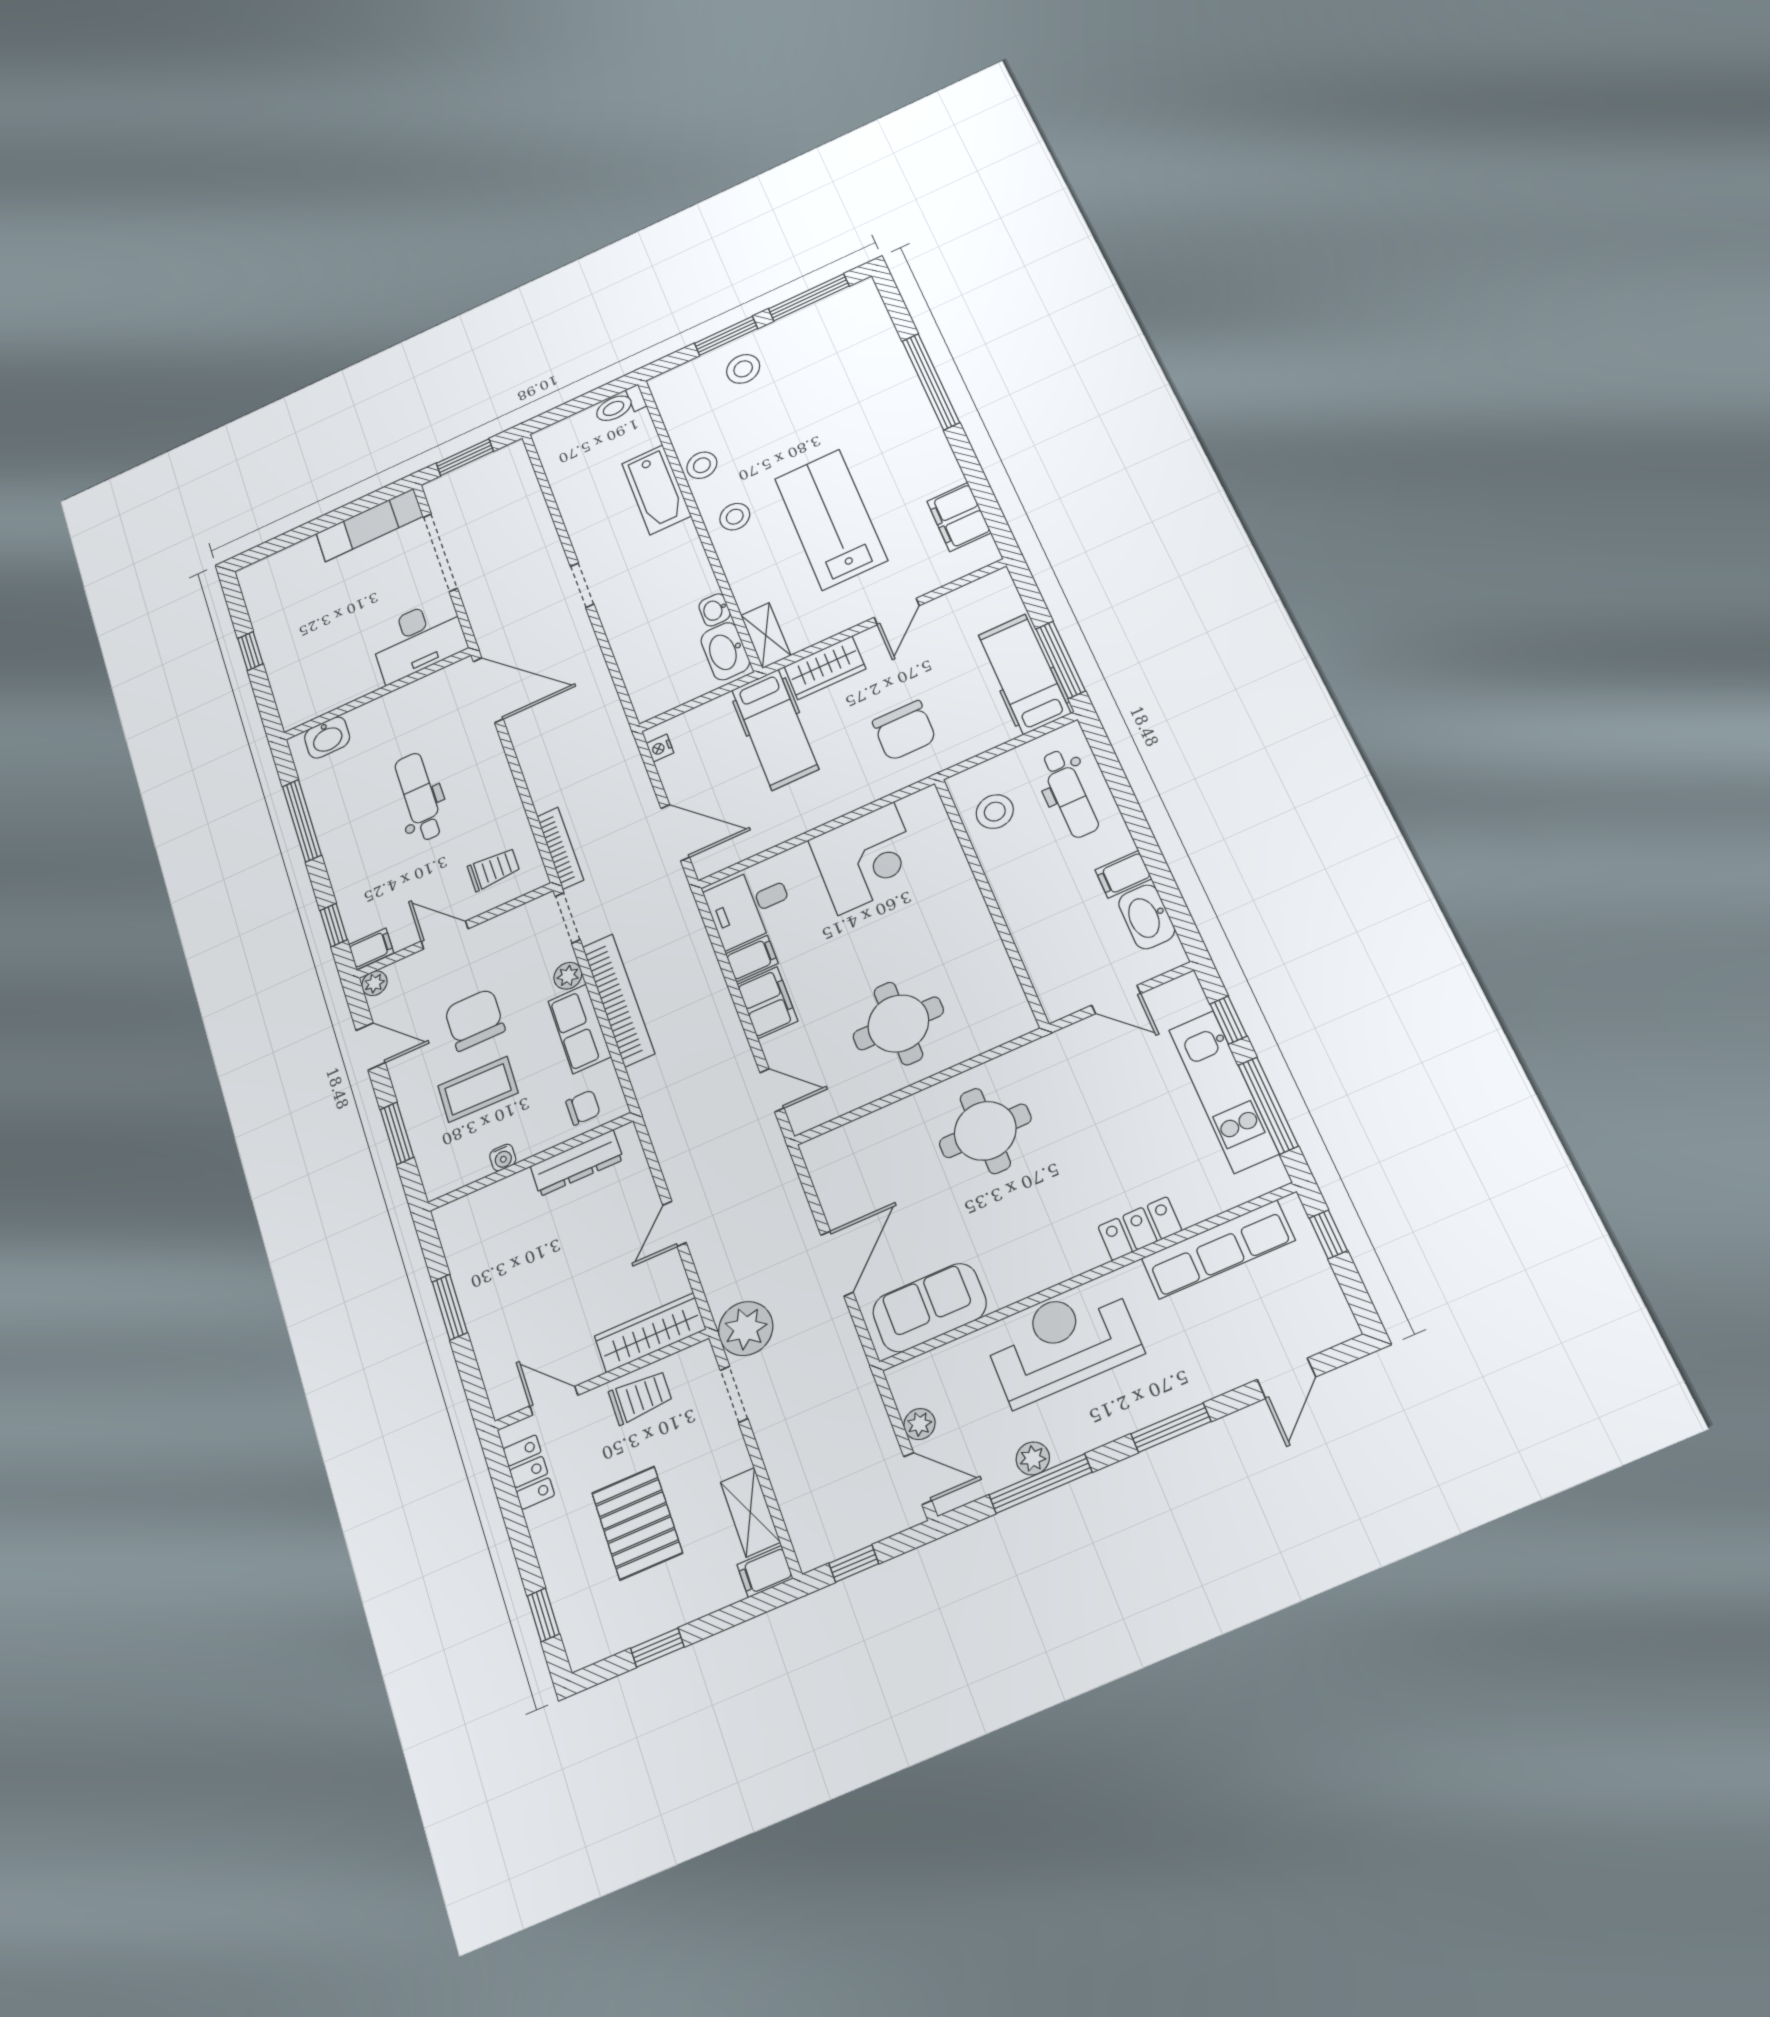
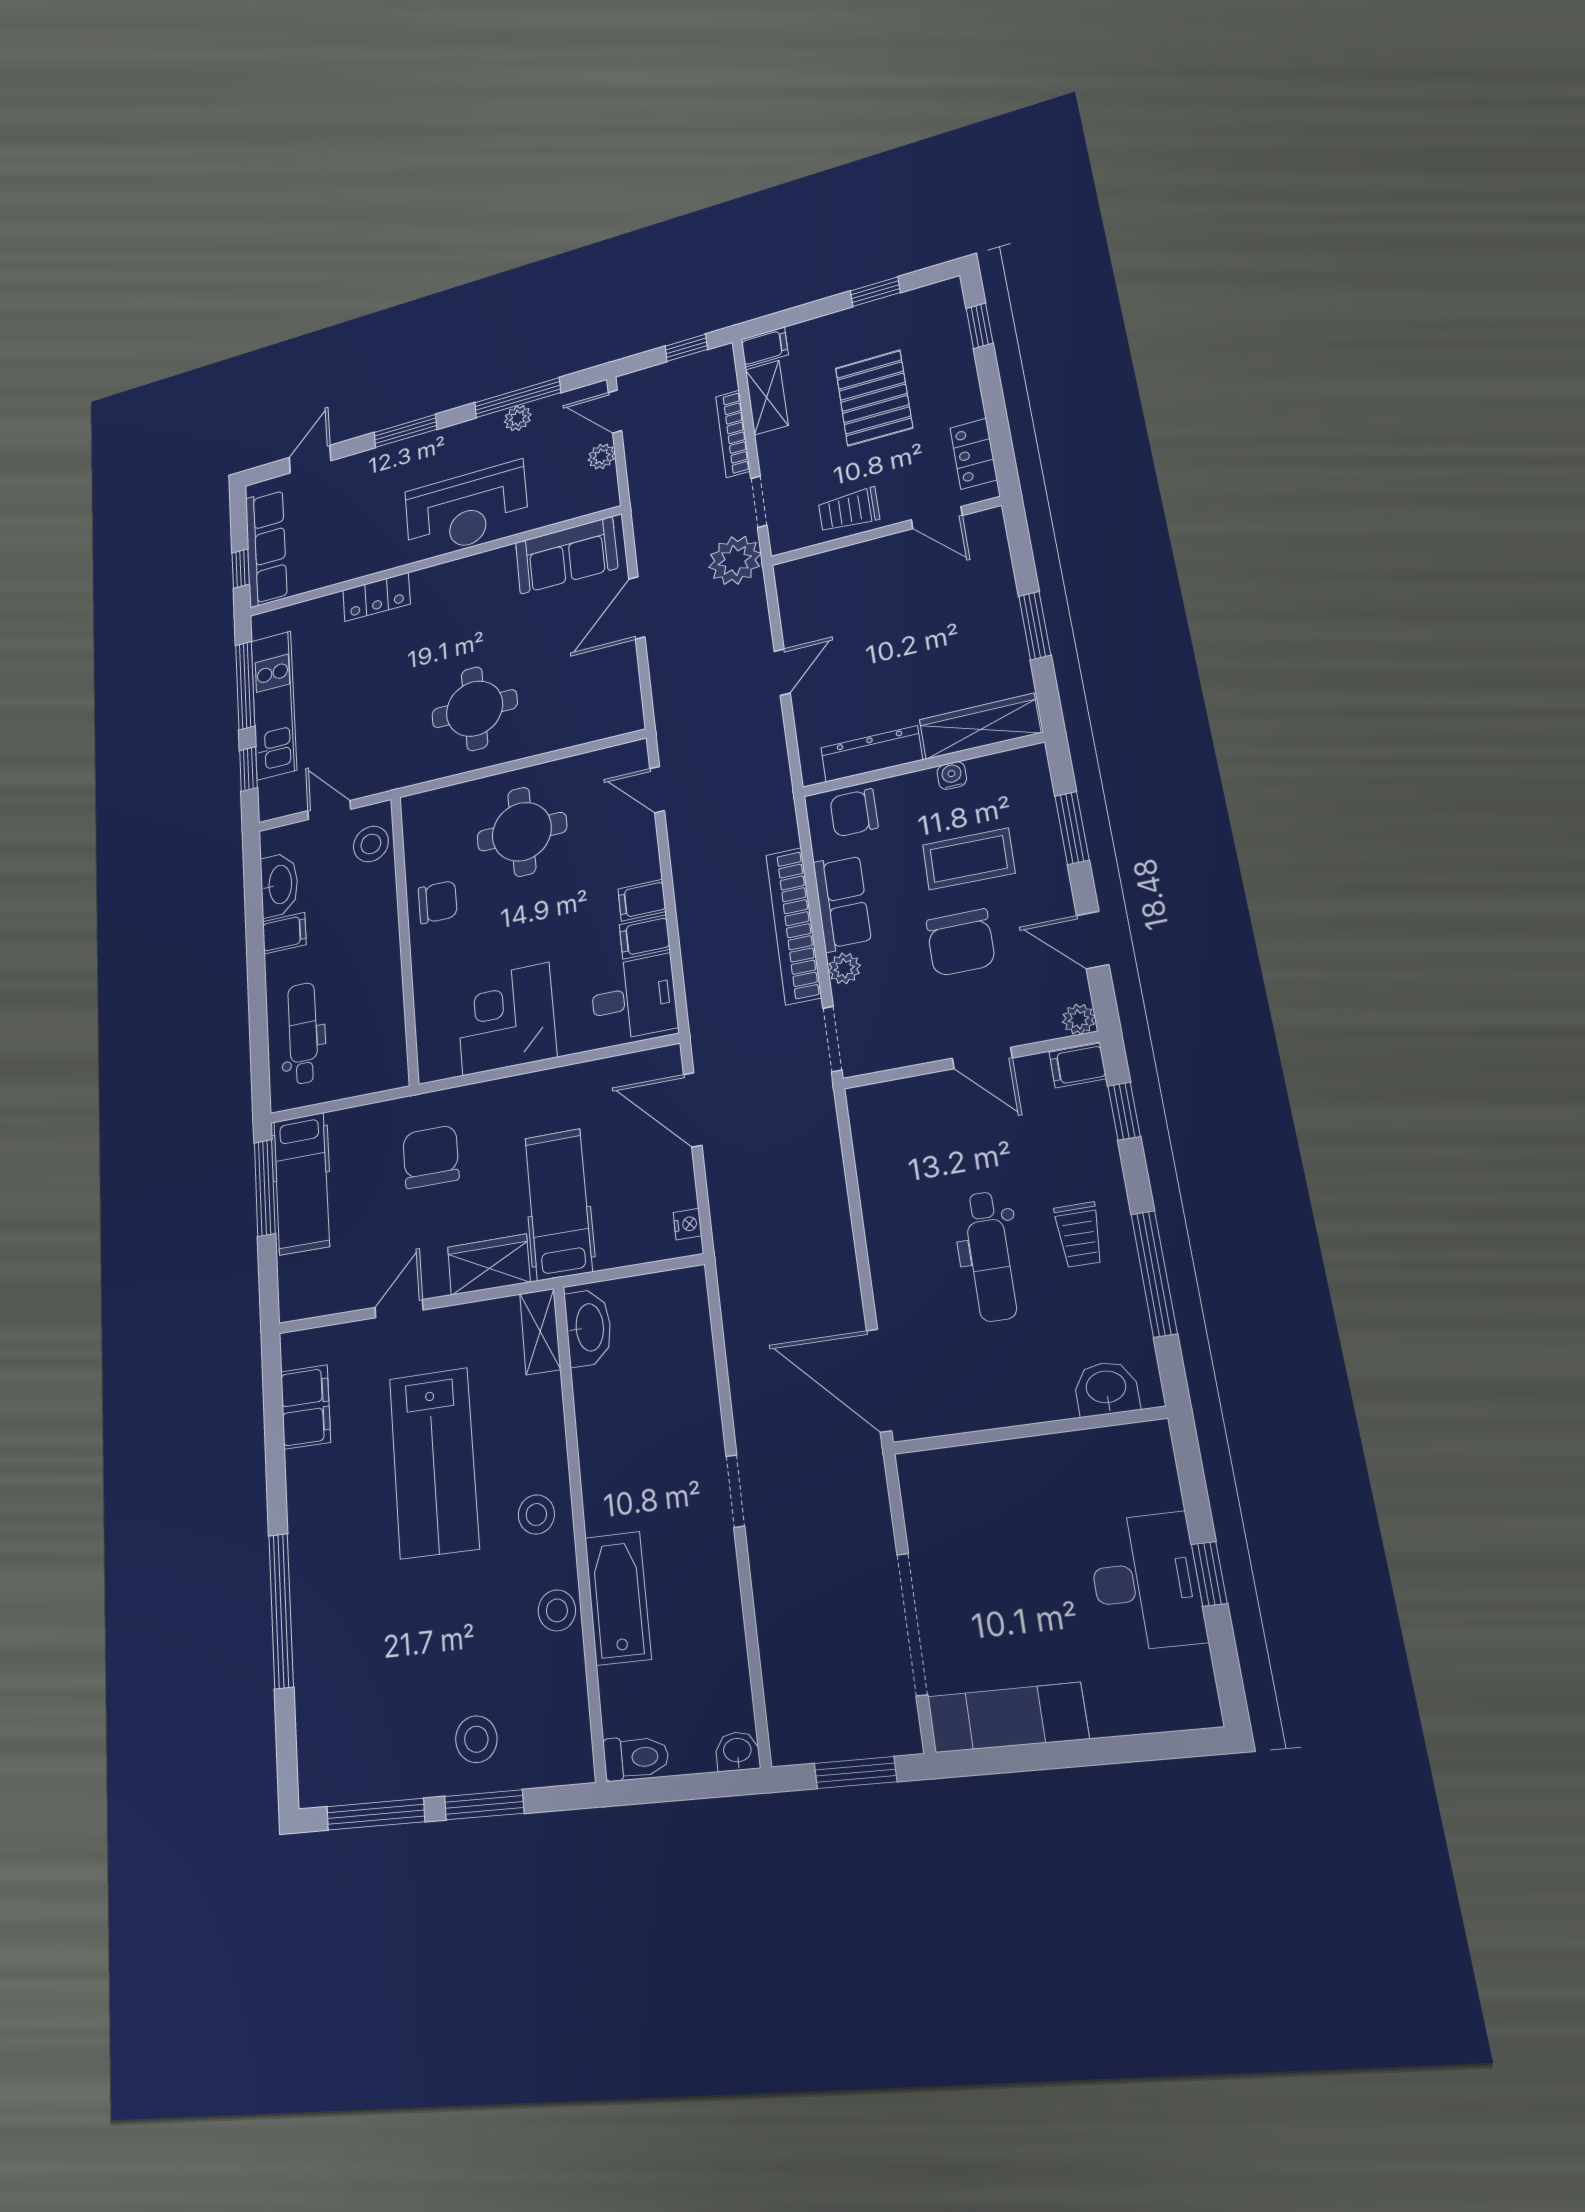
washbasin: (715, 610) -> (737, 1751), moved, turned -90
desk: (418, 640) -> (1146, 1582), moved, turned 90
stool: (995, 812) -> (371, 844), moved
bookcase: (560, 848) -> (733, 434), moved
trolley: (494, 869) -> (1079, 1235), moved, turned -90
chair: (966, 941) -> (438, 902), added
filing cabinet: (767, 1003) -> (642, 900), width x0.50
chair: (583, 1108) -> (854, 813), width x1.37, depth x1.37
row of seats: (1218, 1249) -> (266, 548), moved, turned 90
wardrobe: (650, 1333) -> (980, 726), moved, turned 180

